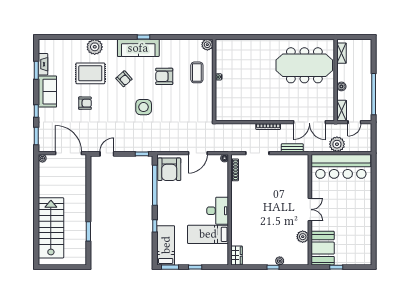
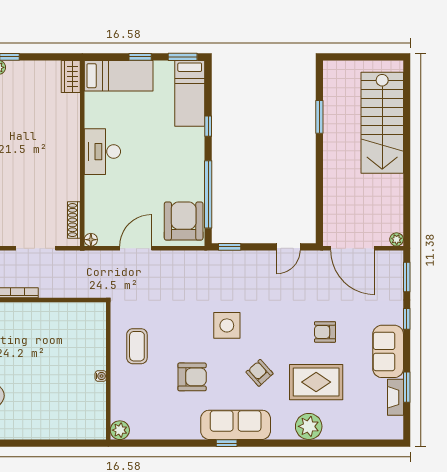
coffee table: (197, 72) -> (137, 346), moved
bed: (208, 234) -> (119, 76), moved

